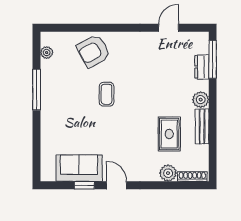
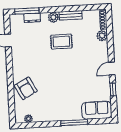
window: (37, 90) -> (74, 123), moved
coffee table: (107, 94) -> (53, 78), removed
rug: (169, 134) -> (61, 42), moved
sofa: (79, 168) -> (97, 110), moved, turned 90

